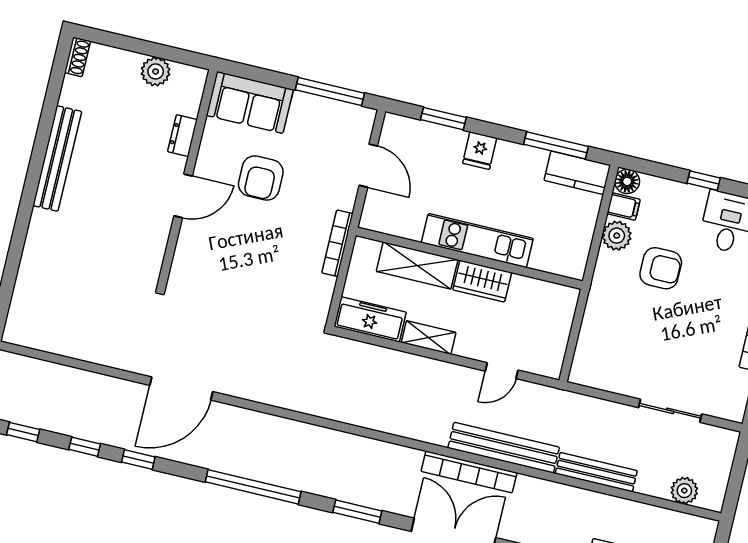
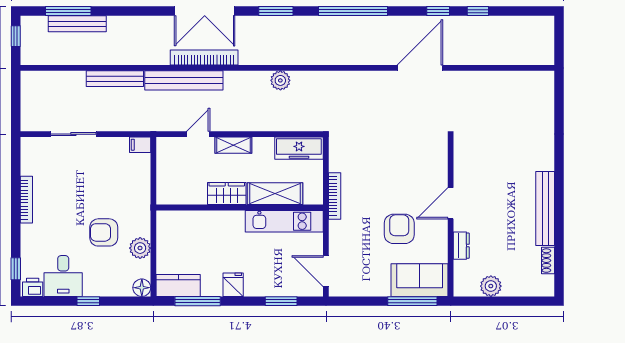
shoe rack: (78, 57) -> (548, 261), moved
window: (330, 92) -> (412, 301), moved
fridge: (480, 151) -> (233, 285), moved
door: (368, 166) -> (326, 271), moved
filing cabinet: (624, 206) -> (140, 145), moved
kitchen unit: (477, 241) -> (284, 221), moved
shelving: (429, 338) -> (233, 145), moved
window: (23, 432) -> (523, 11), removed
plant: (684, 491) -> (280, 80), moved

